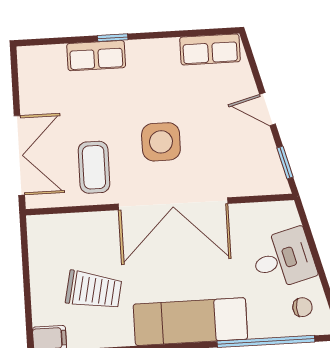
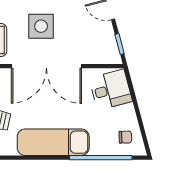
desk: (283, 259) -> (111, 90), moved

